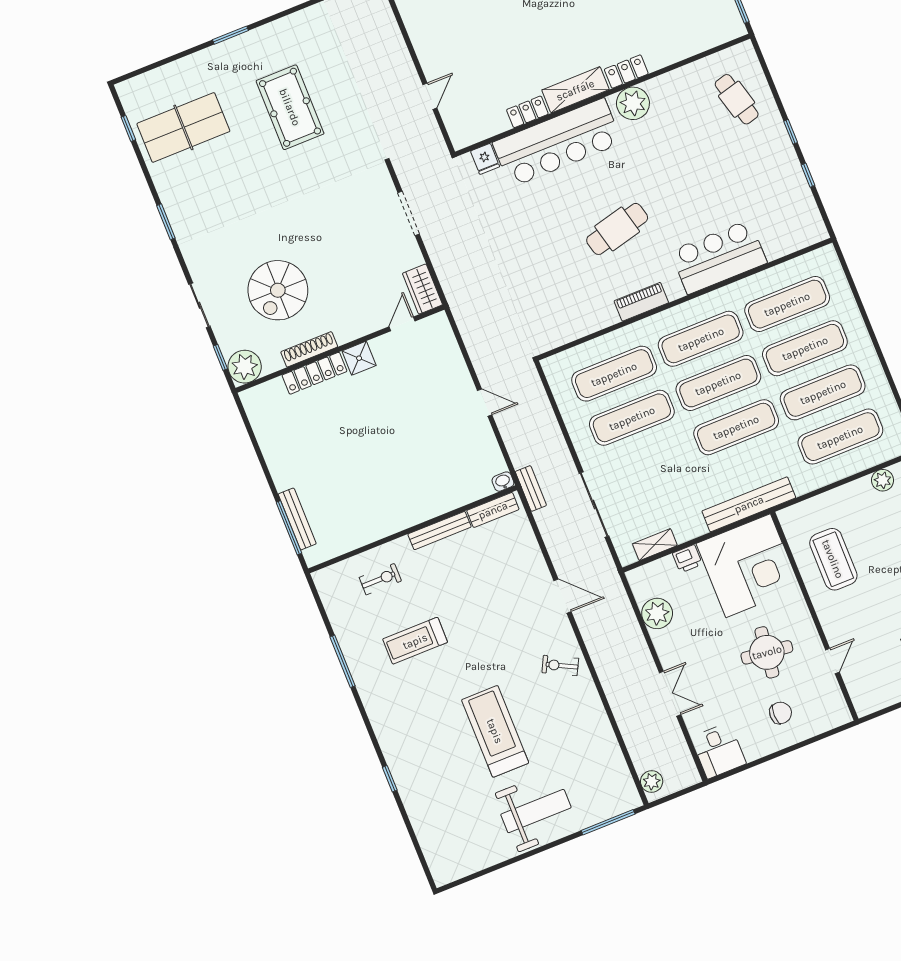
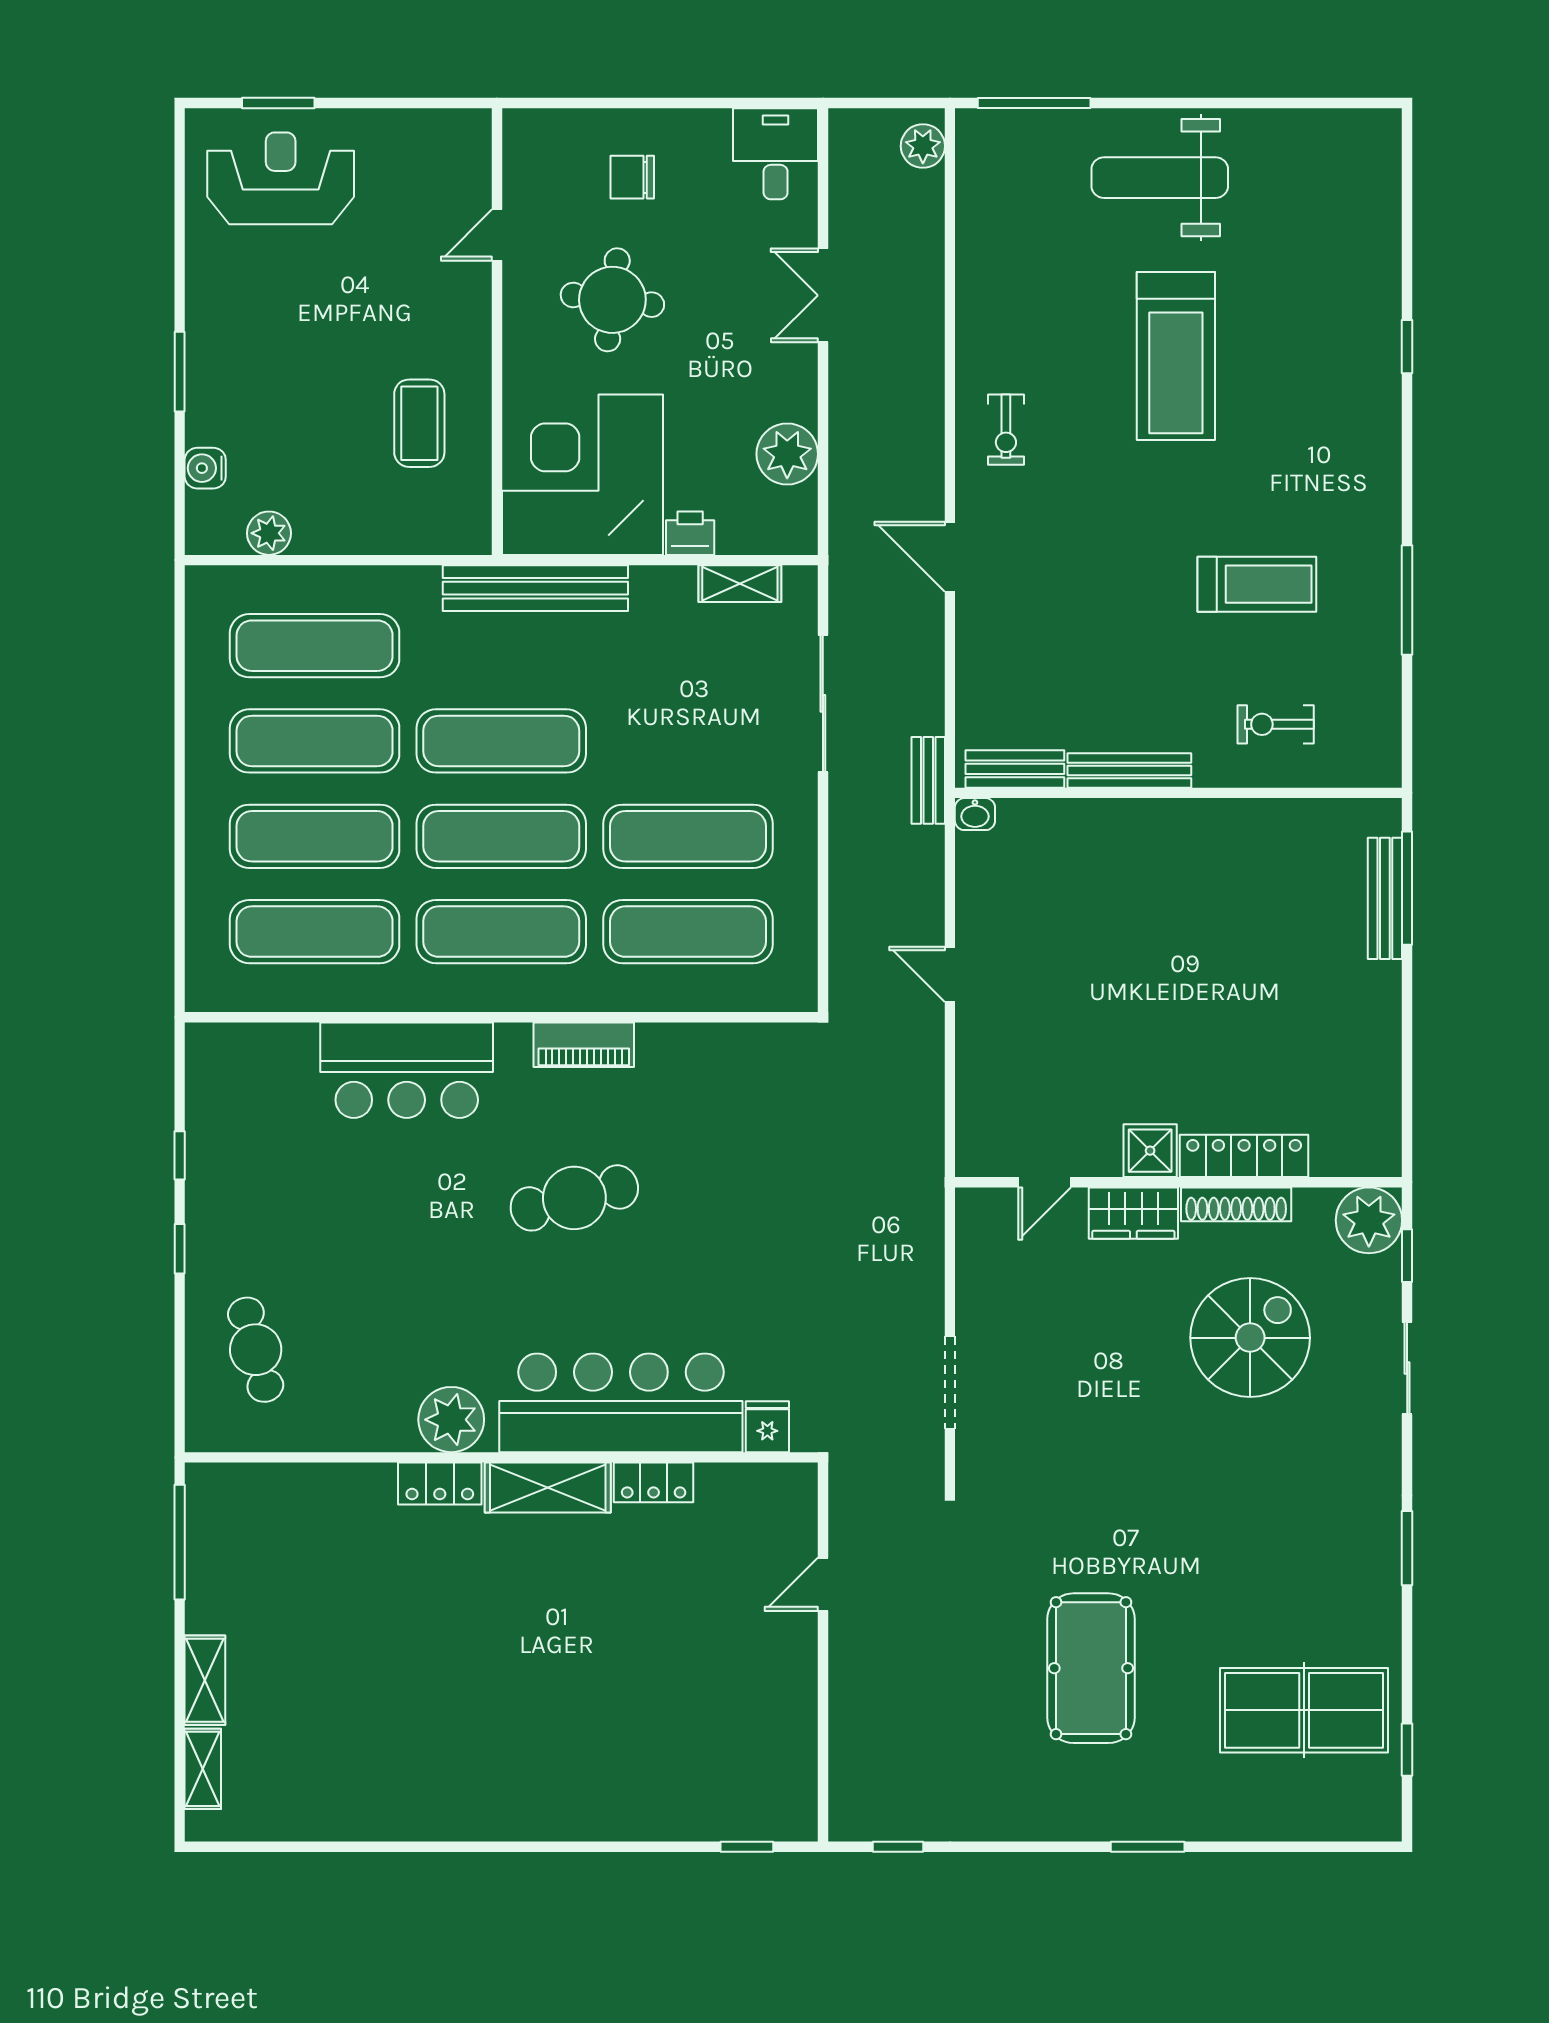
wardrobe: (422, 289) -> (1133, 1213), moved, turned 90
coffee table: (833, 559) -> (419, 423), width x0.73, depth x0.76
exercise bike: (560, 666) -> (1006, 430), turned 63

